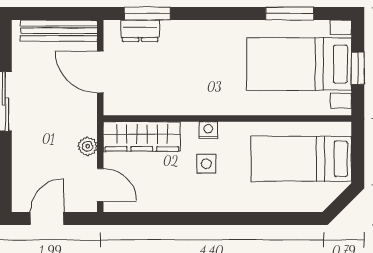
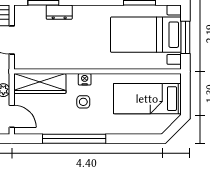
dresser: (140, 31) -> (59, 12), moved
window: (358, 68) -> (185, 37), width x1.50
window: (193, 218) -> (74, 139), added

